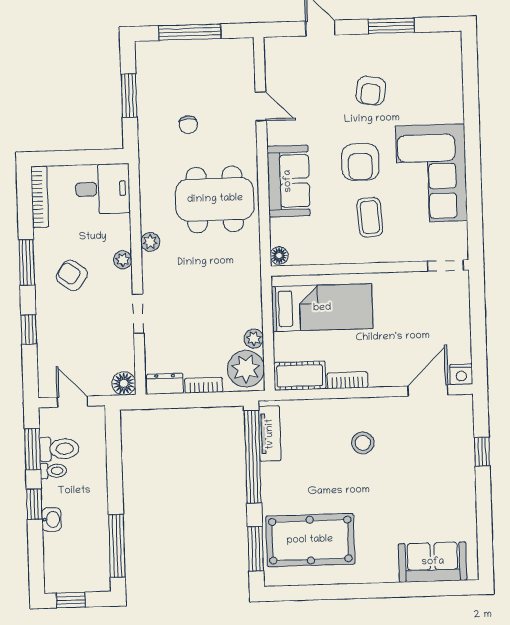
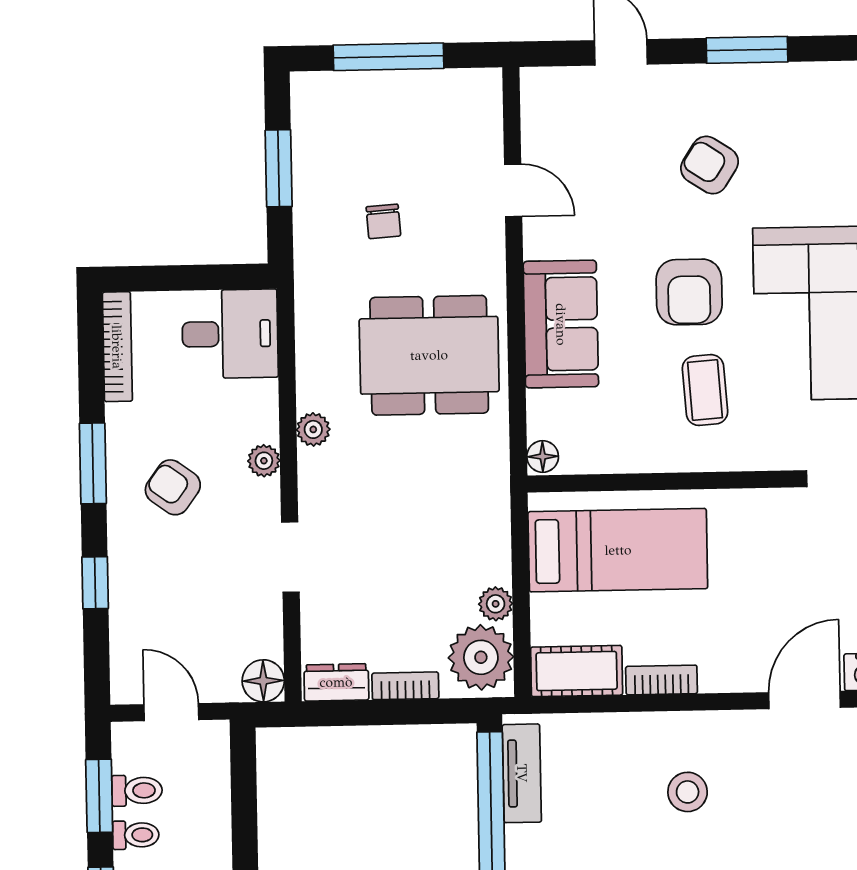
armchair: (371, 91) -> (710, 165), turned 114
toilet: (59, 449) -> (137, 791), width x0.73, depth x0.72

